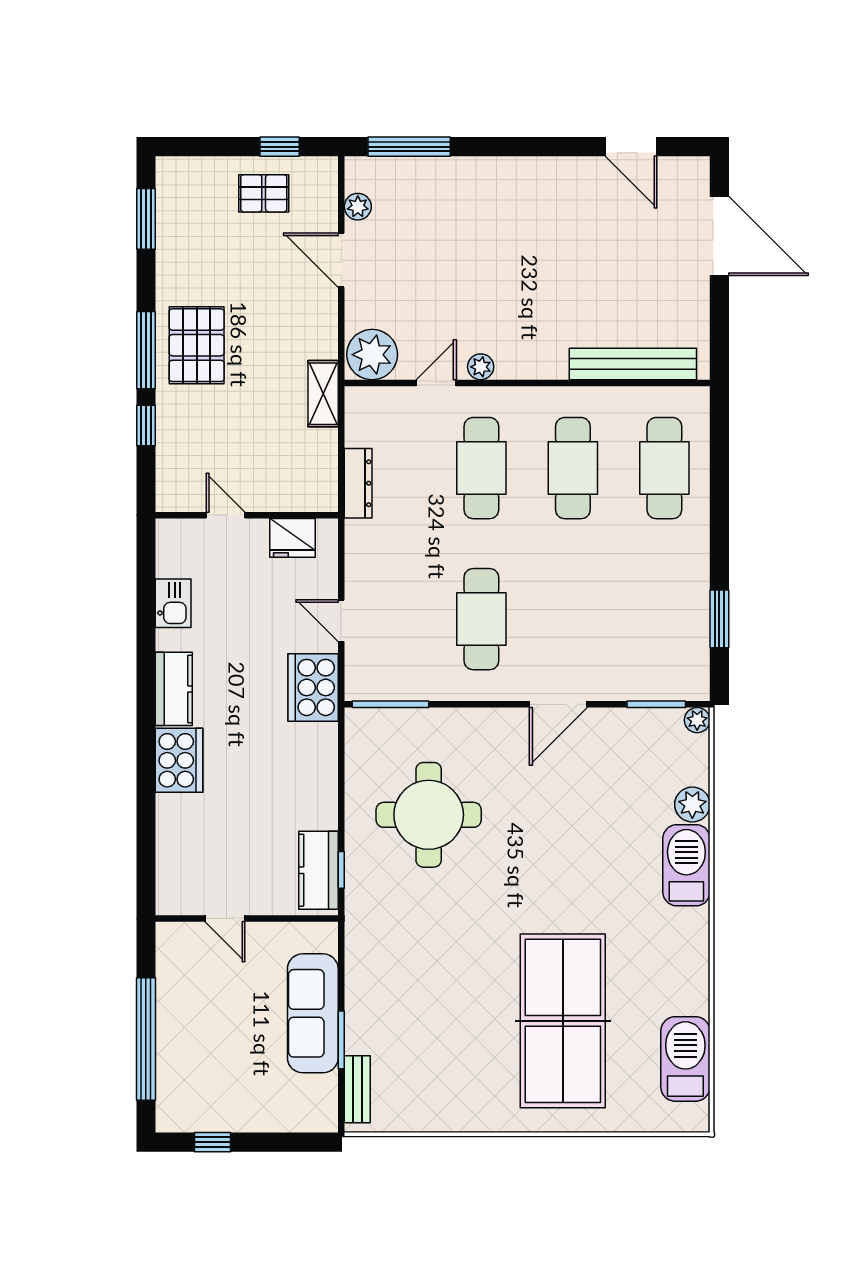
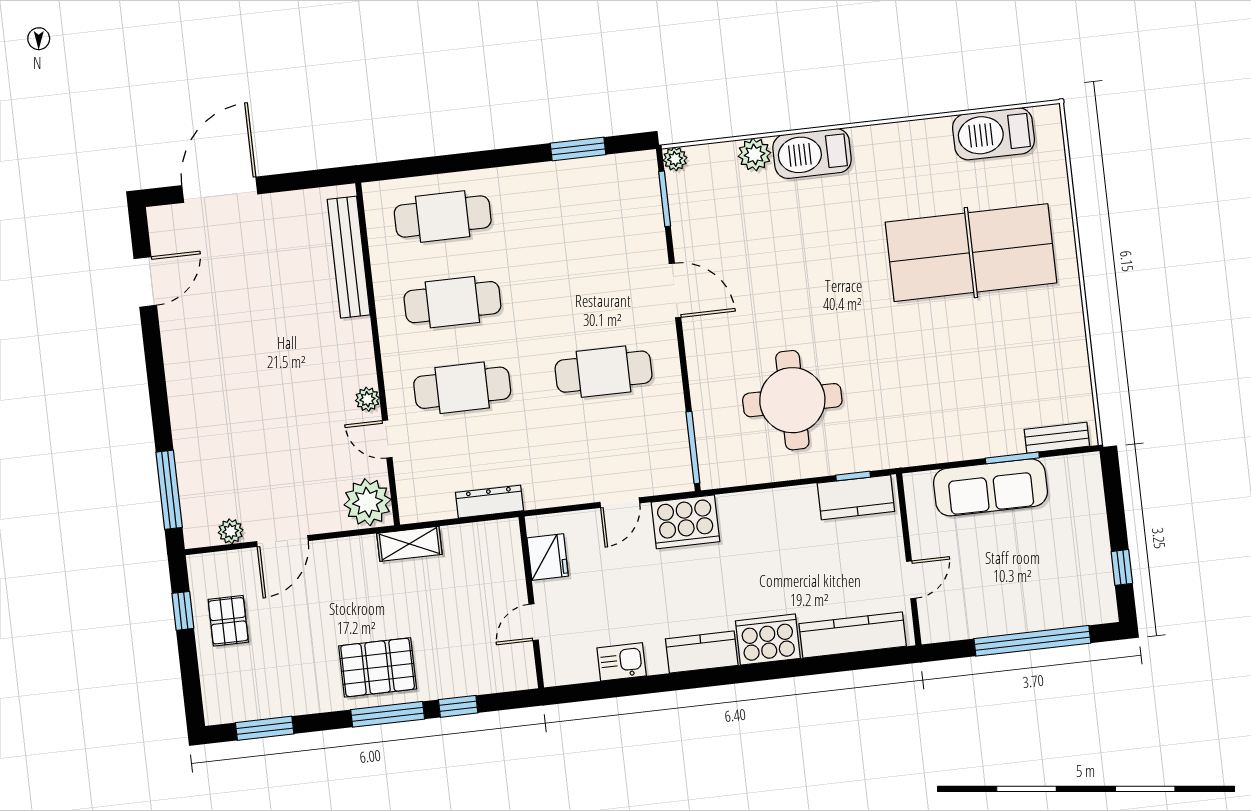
kitchen counter: (174, 850) -> (853, 635), added

